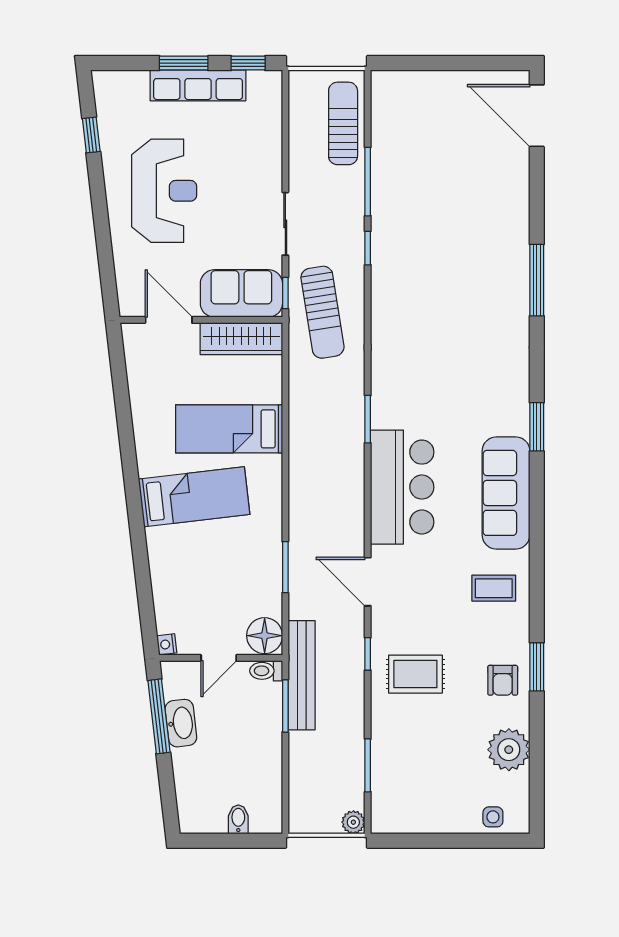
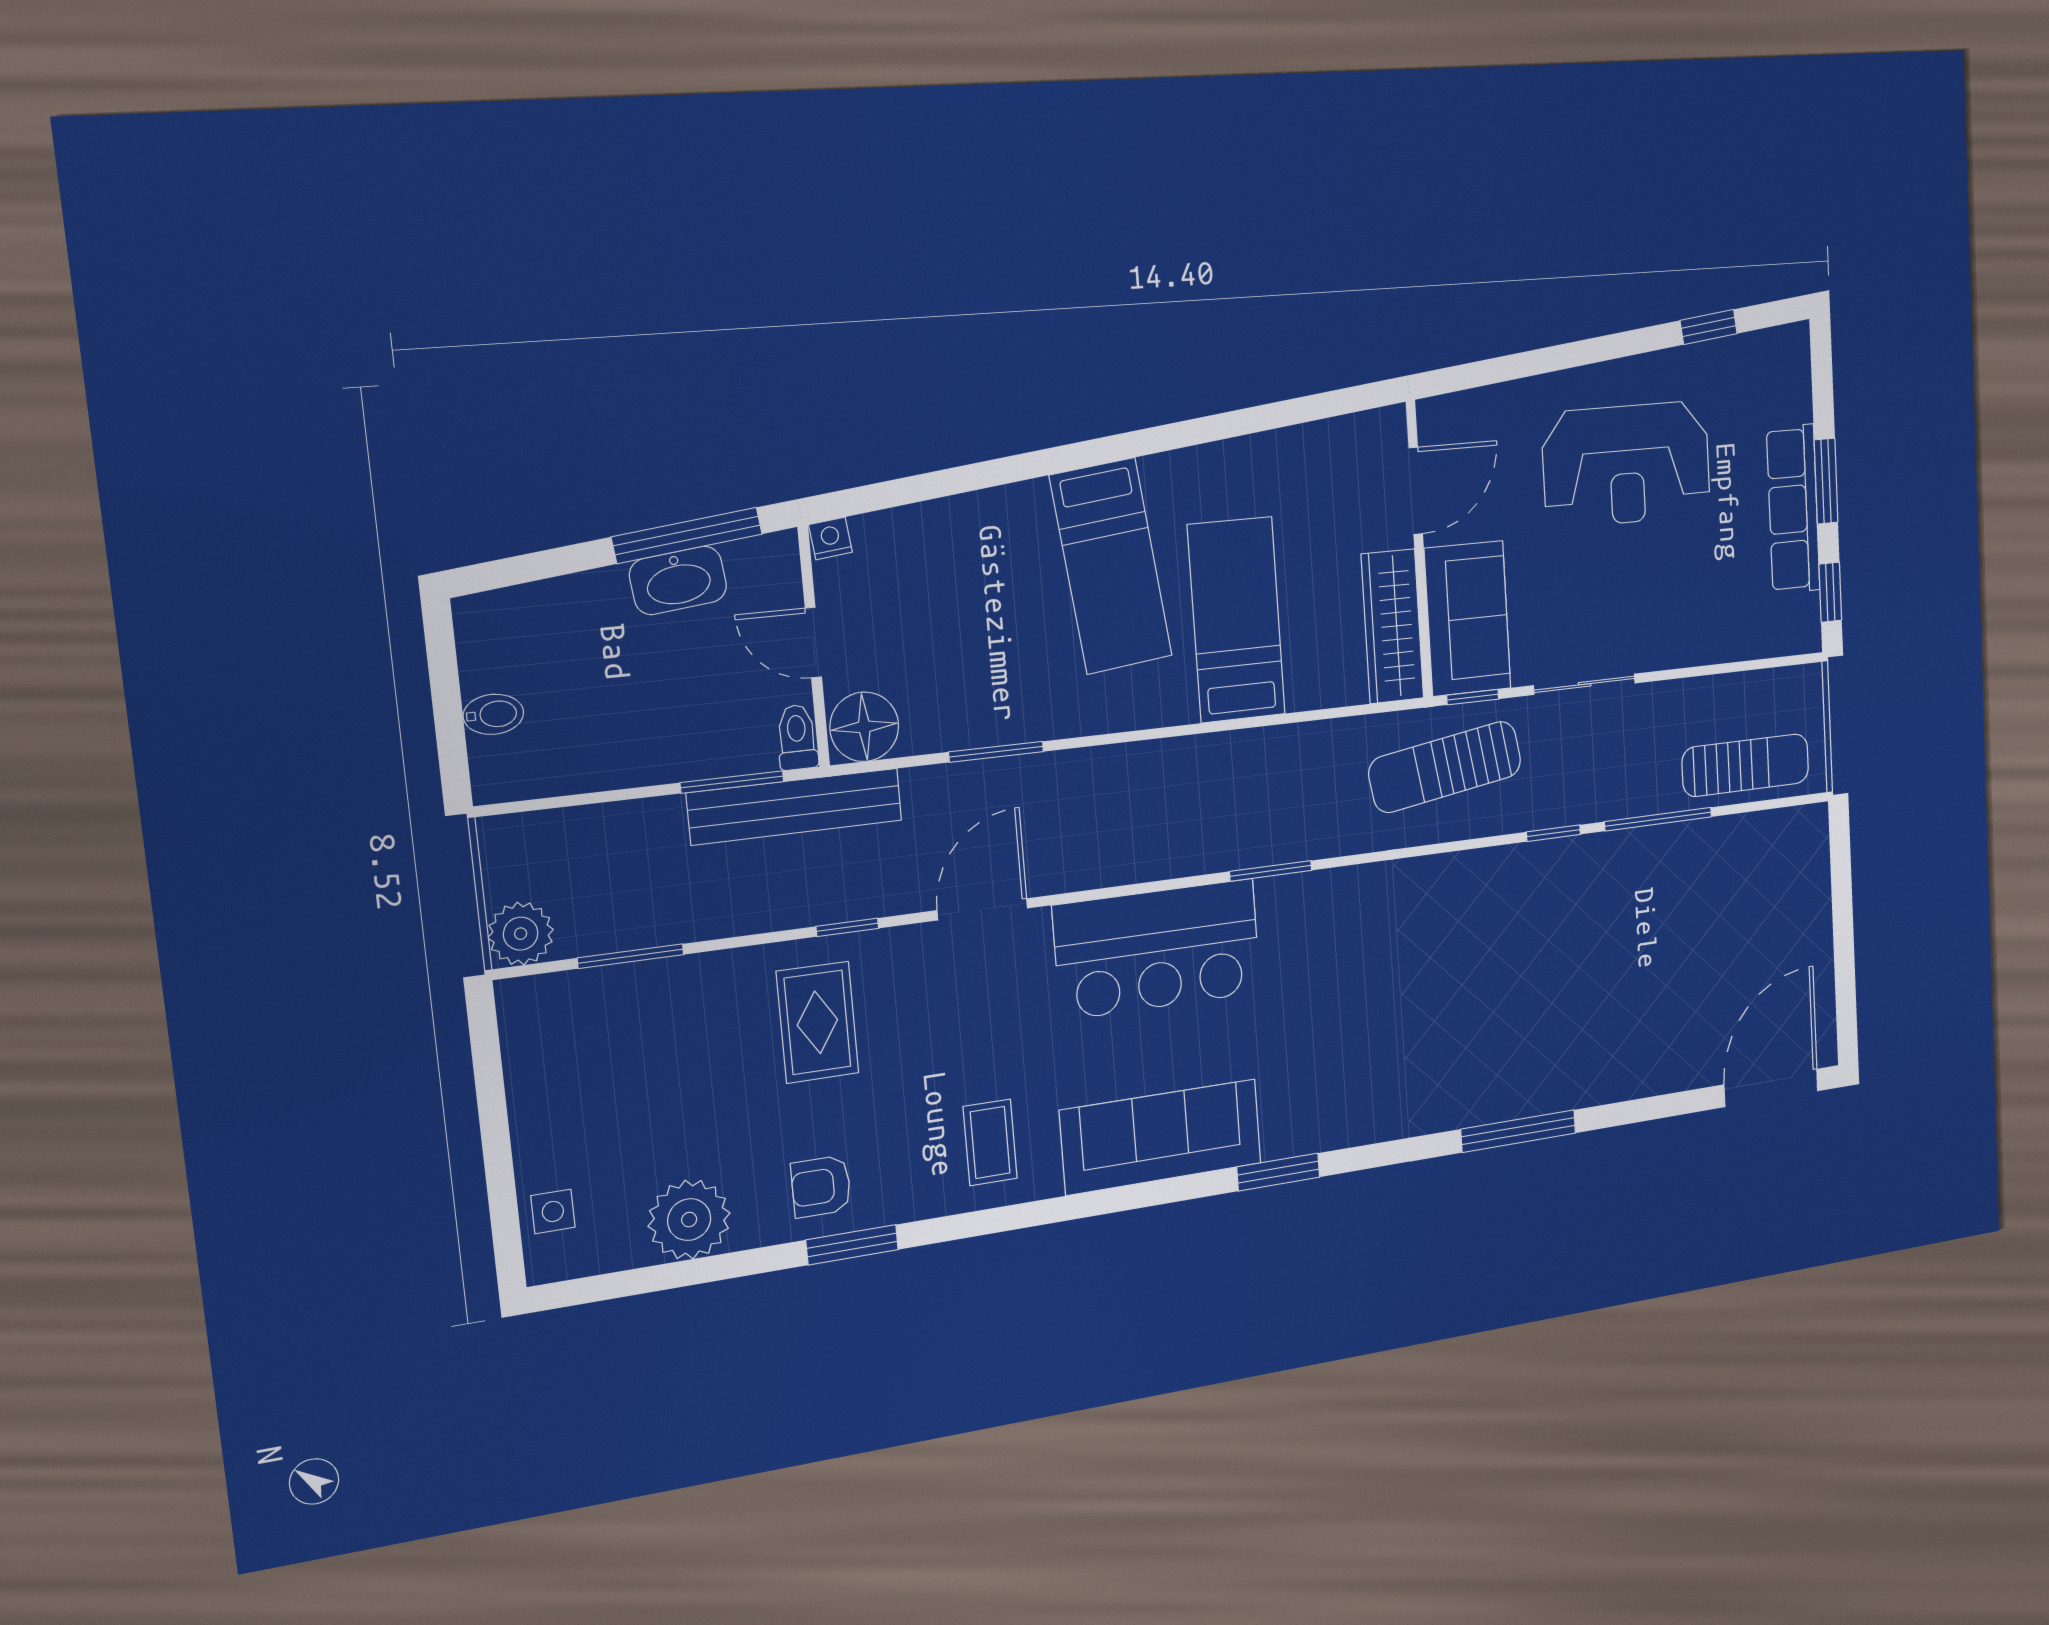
plant: (353, 822) -> (521, 934), width x1.38, depth x1.38

